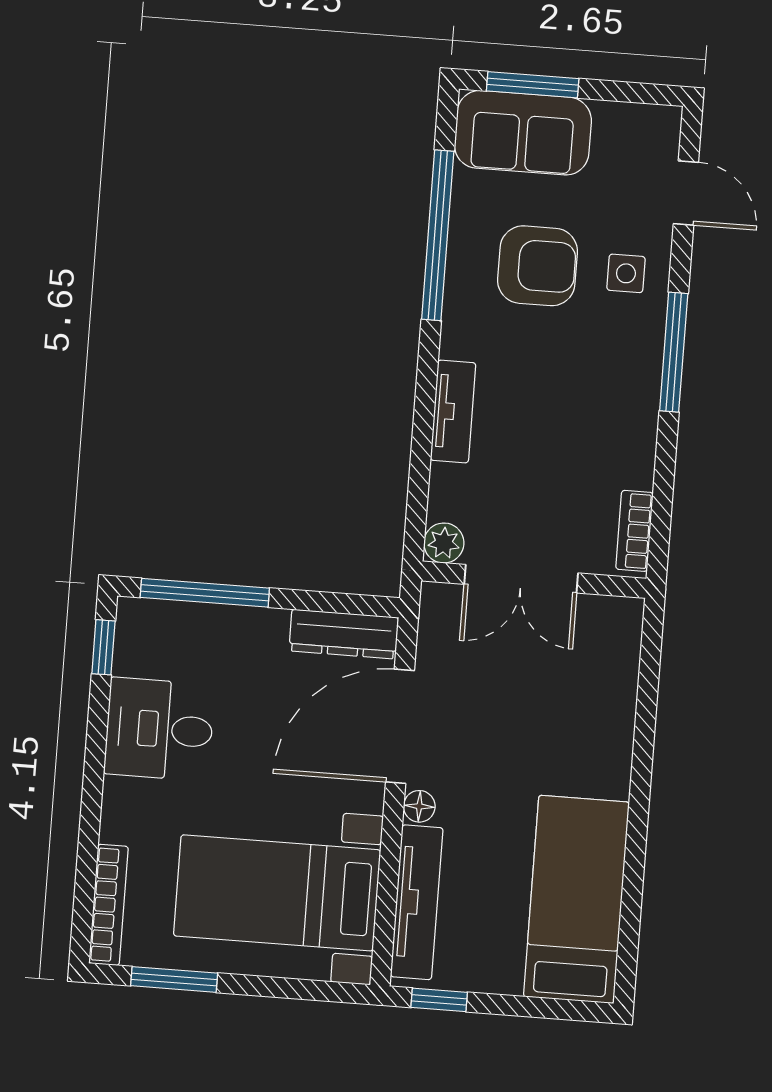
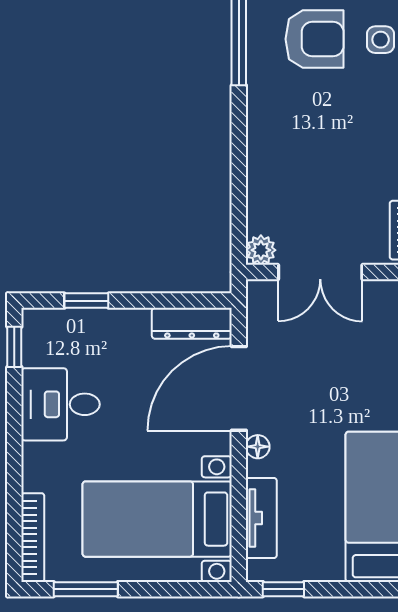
tv unit: (453, 411) -> (260, 152), removed
window: (205, 593) -> (86, 301), width x0.46
tv unit: (417, 902) -> (261, 518), width x0.71

